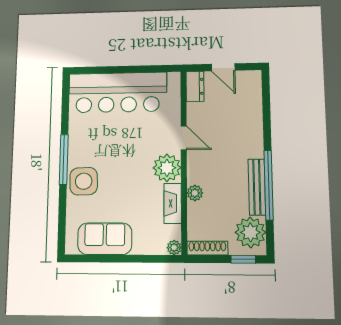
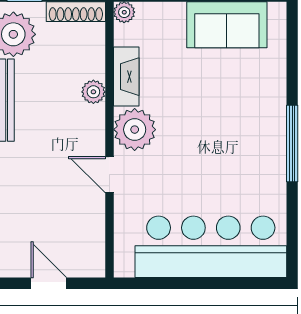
dresser: (195, 86) -> (92, 254), removed
side table: (84, 181) -> (261, 110), removed

